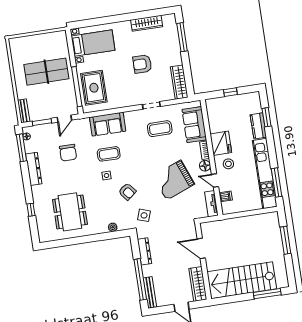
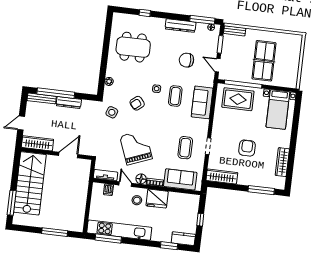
kitchen counter: (258, 126) -> (183, 239), moved
door: (215, 180) -> (125, 184), hinge flipped
dresser: (144, 251) -> (69, 102), moved

